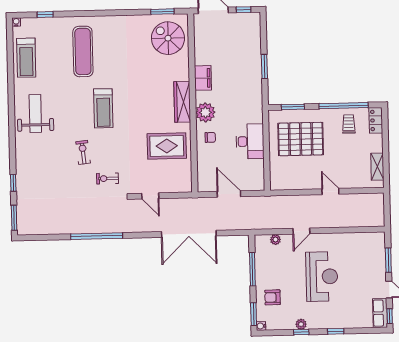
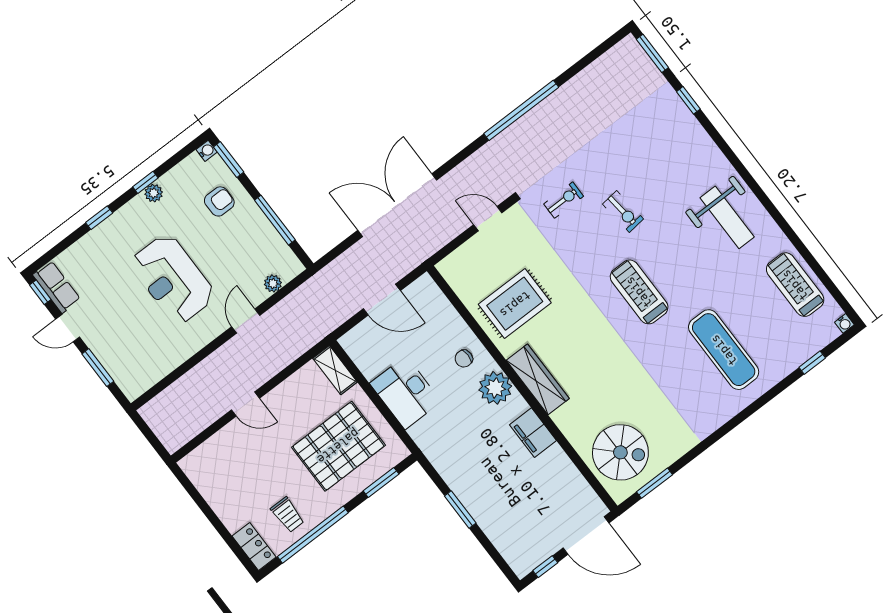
shelving: (377, 167) -> (335, 370), moved

